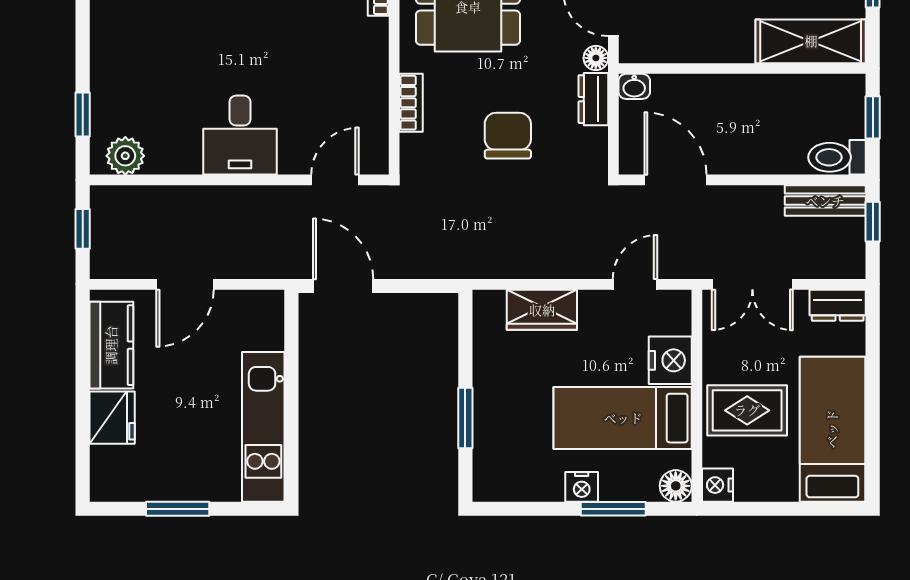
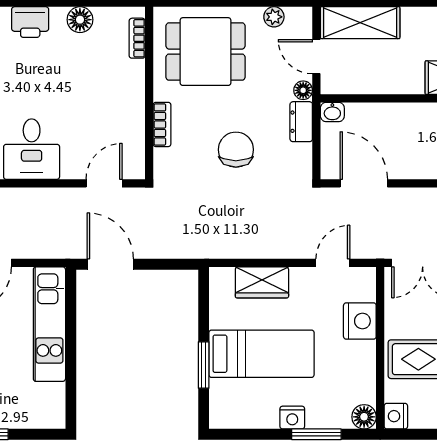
bed: (623, 418) -> (262, 354), moved, turned 180
kitchen unit: (263, 427) -> (49, 324), moved

